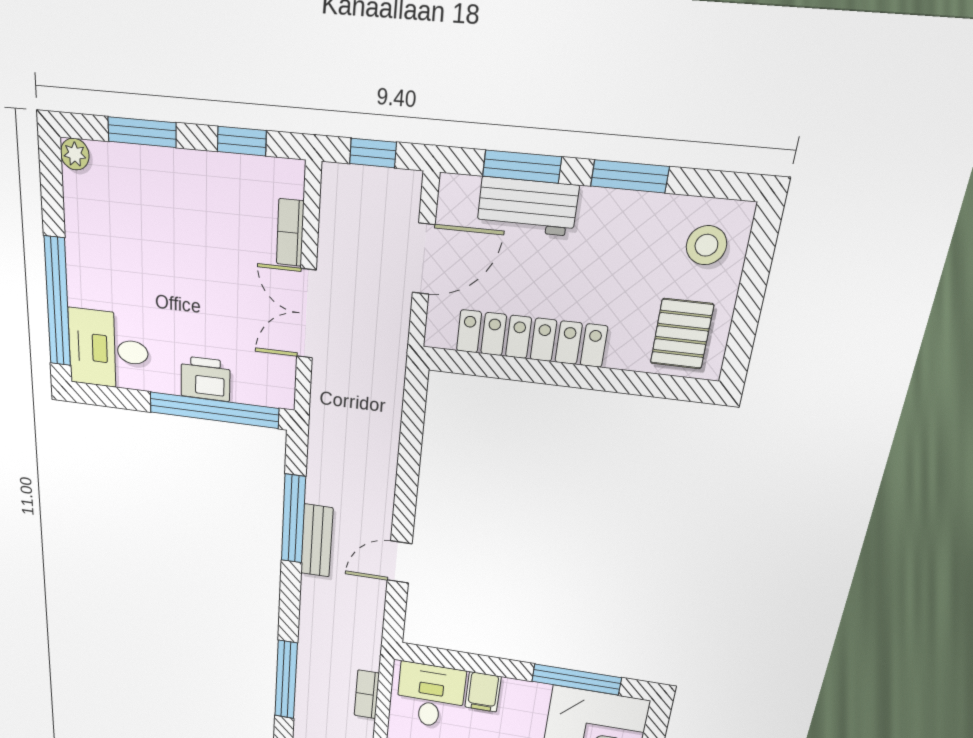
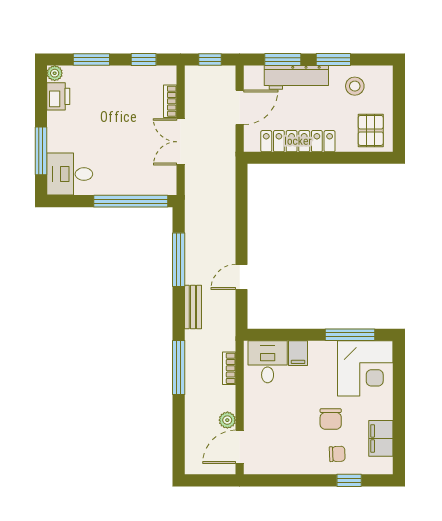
workbench: (527, 206) -> (296, 77), width x1.38
stool: (706, 245) -> (355, 86), moved
window: (57, 302) -> (41, 151), width x0.68
printer: (205, 379) -> (58, 96), moved, turned 90
bench: (317, 541) -> (193, 307), moved

